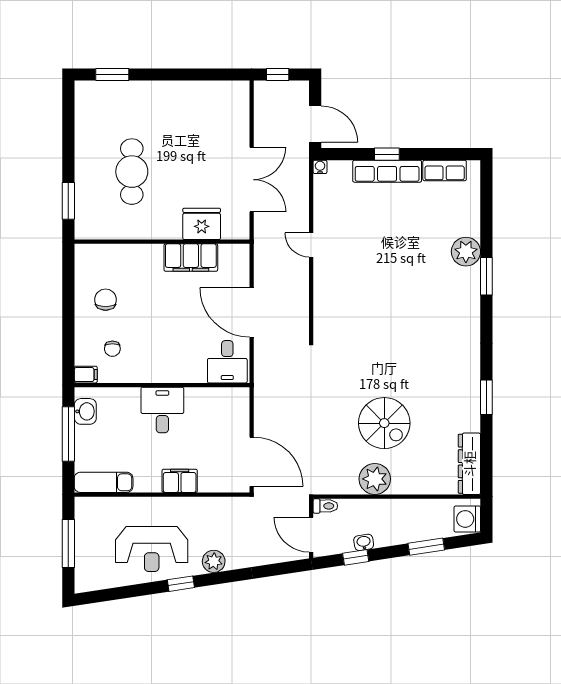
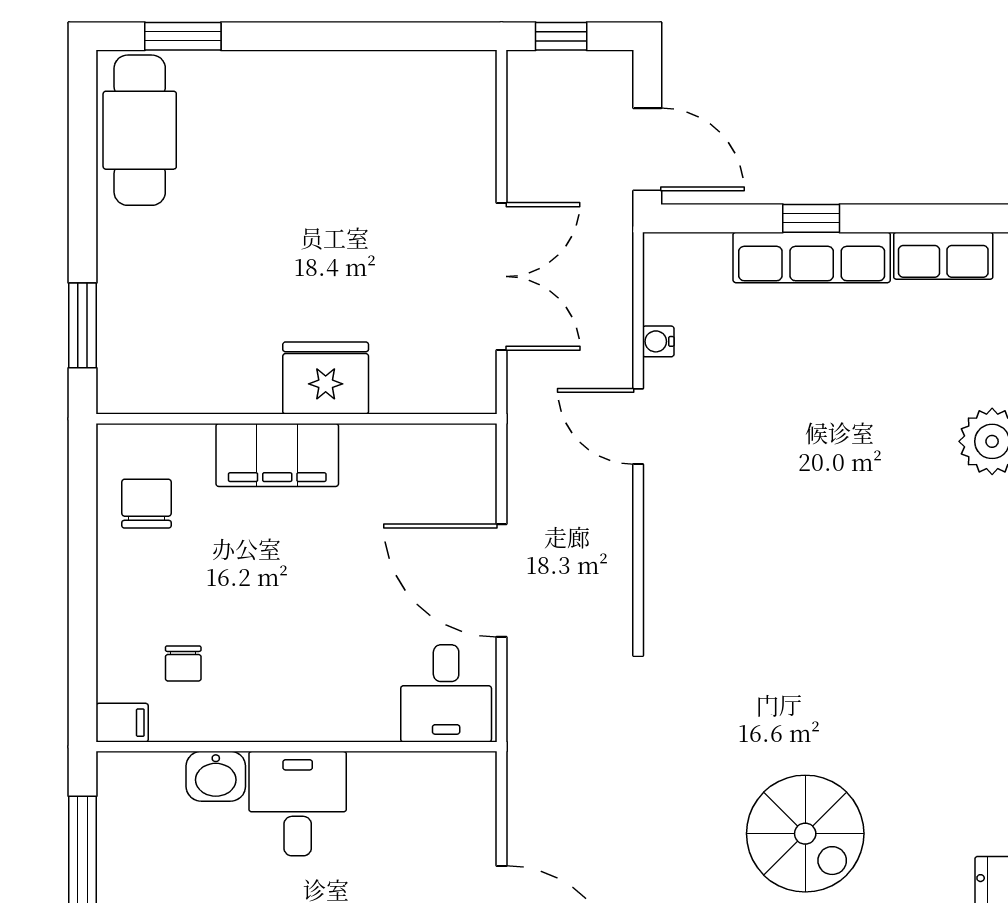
water cooler: (320, 167) -> (658, 341), moved, turned -90
cafe table: (132, 172) -> (140, 130), moved
fridge: (202, 224) -> (326, 378), moved
door: (311, 245) -> (638, 426), width x1.37
filing cabinet: (191, 258) -> (277, 455), moved
chair: (106, 300) -> (147, 504), moved
washbasin: (85, 411) -> (216, 776), moved, turned 90

